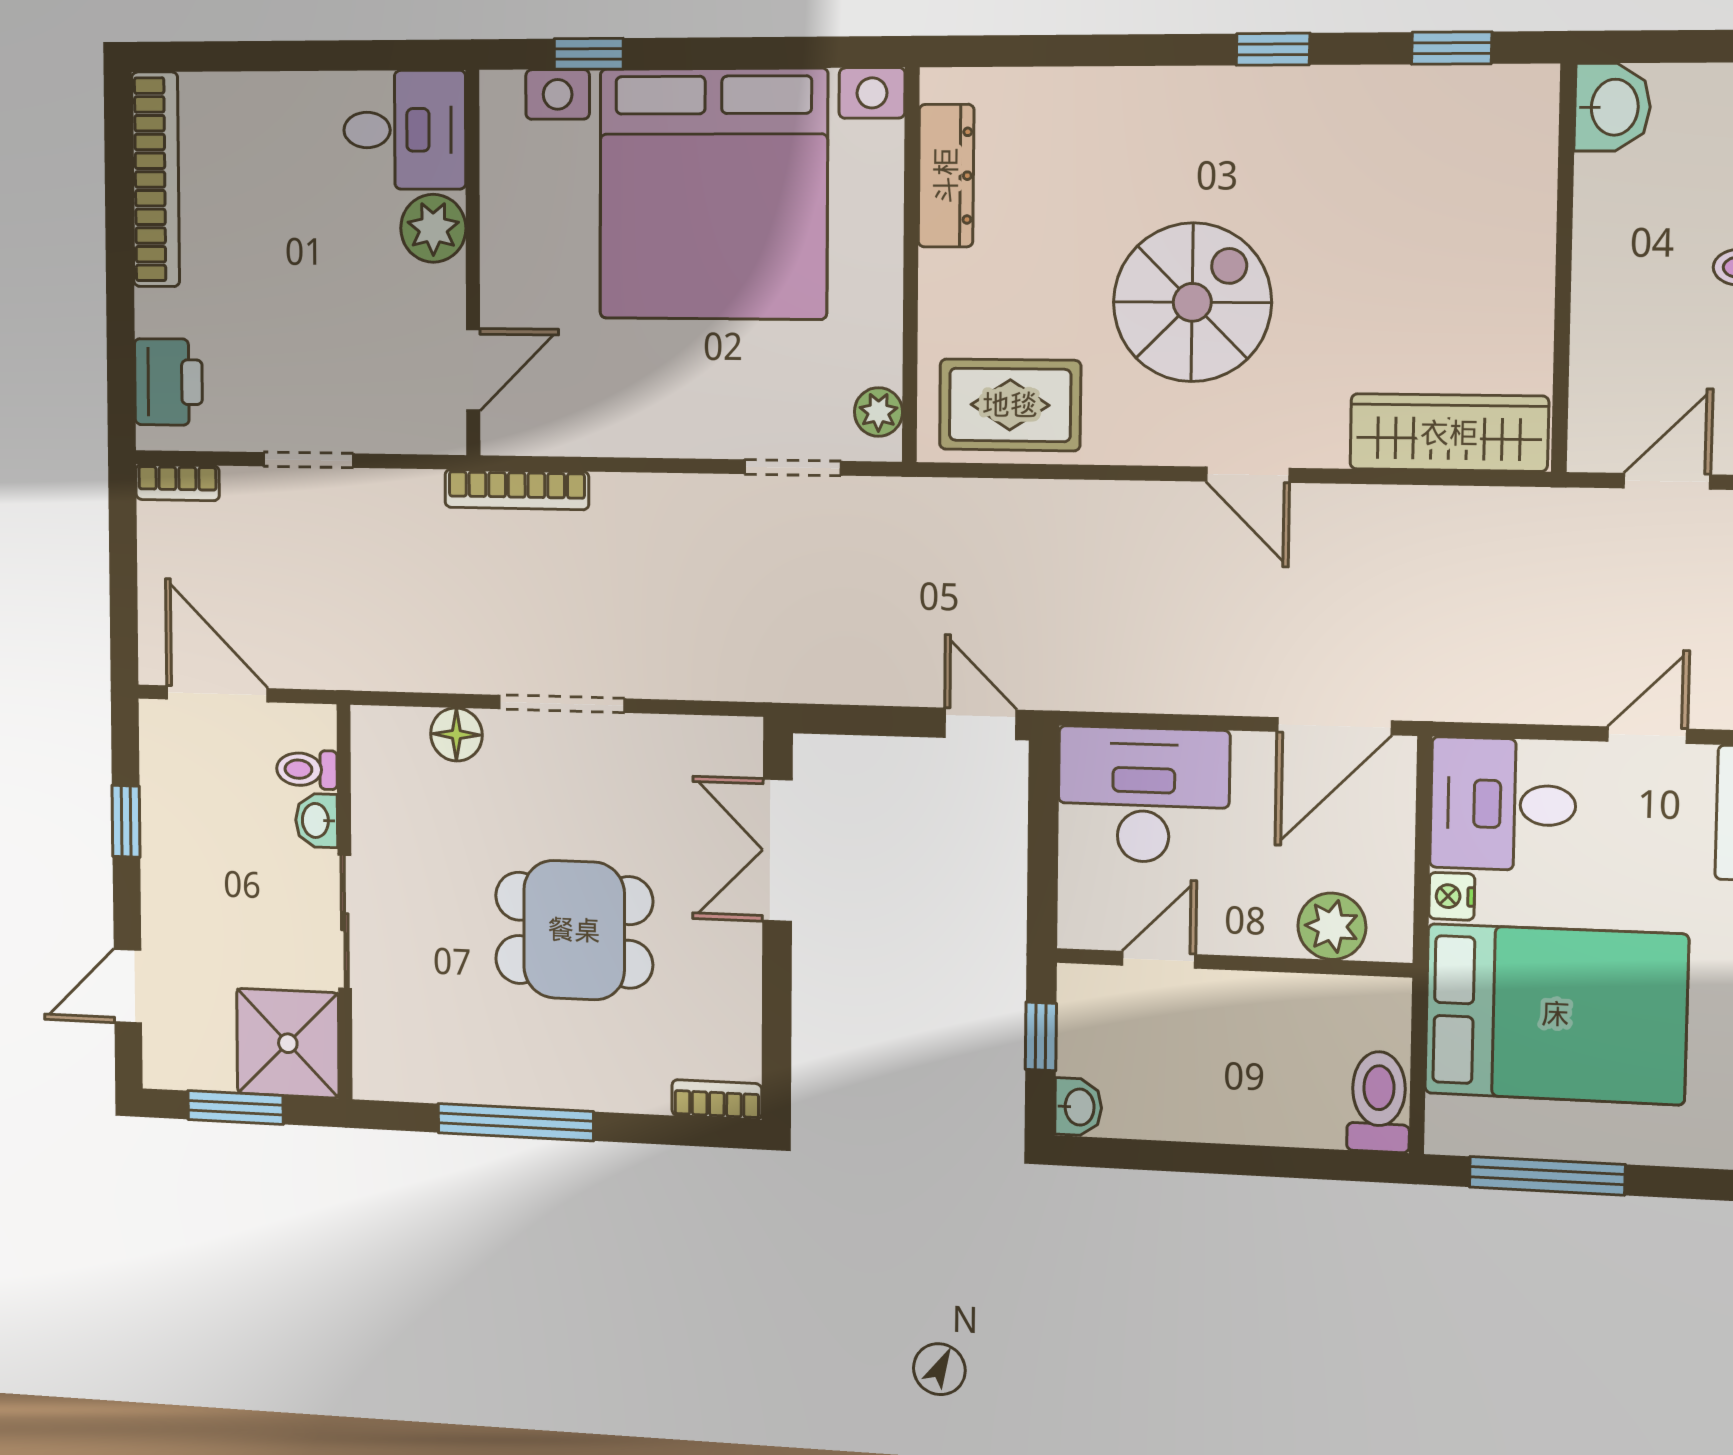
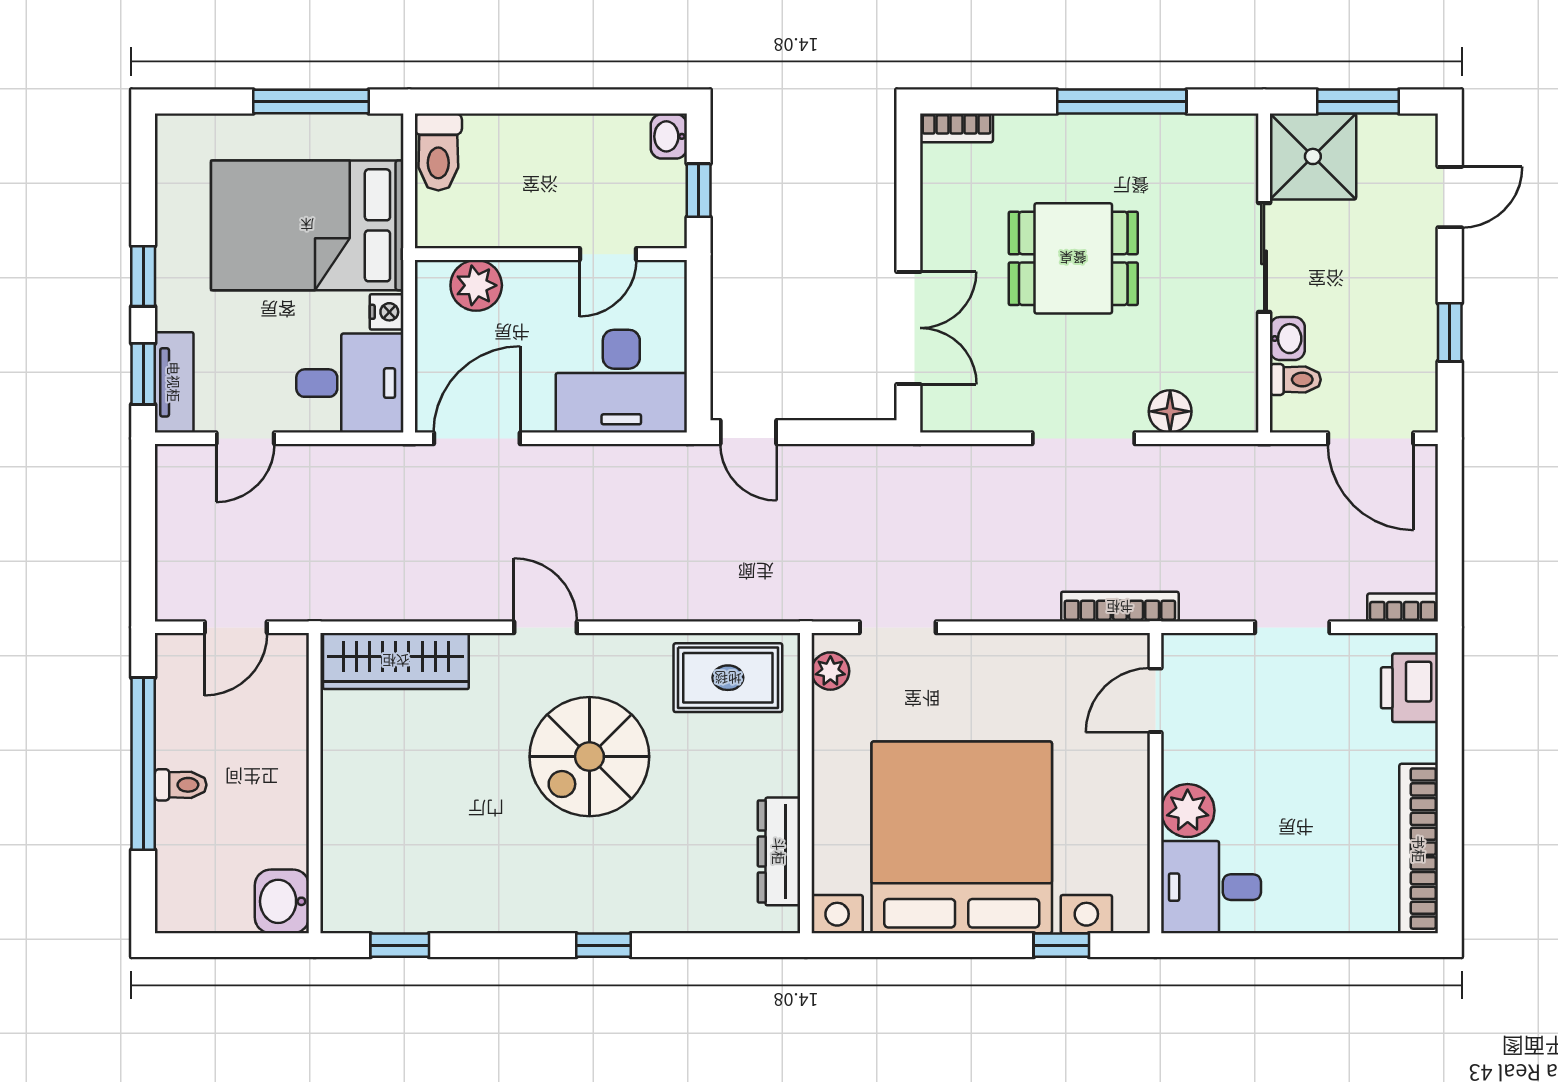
window: (1273, 49) -> (603, 945), moved

